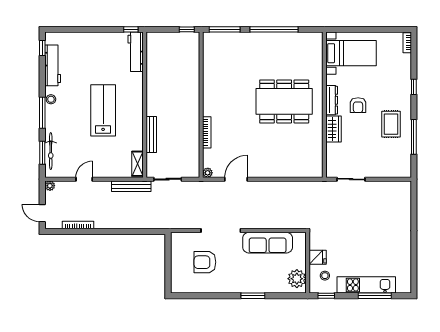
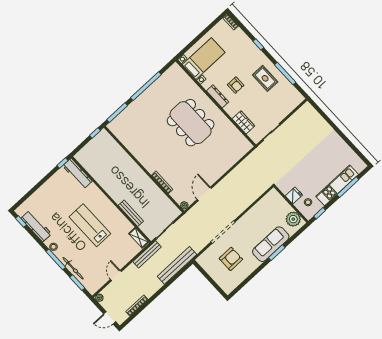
dining table: (284, 101) -> (191, 123), turned 90
wardrobe: (333, 129) -> (243, 122), moved
bicycle: (51, 151) -> (73, 268), moved
bench: (149, 222) -> (177, 265), added
sofa: (268, 243) -> (271, 244), moved, turned 180
armchair: (205, 262) -> (231, 259), turned 180

